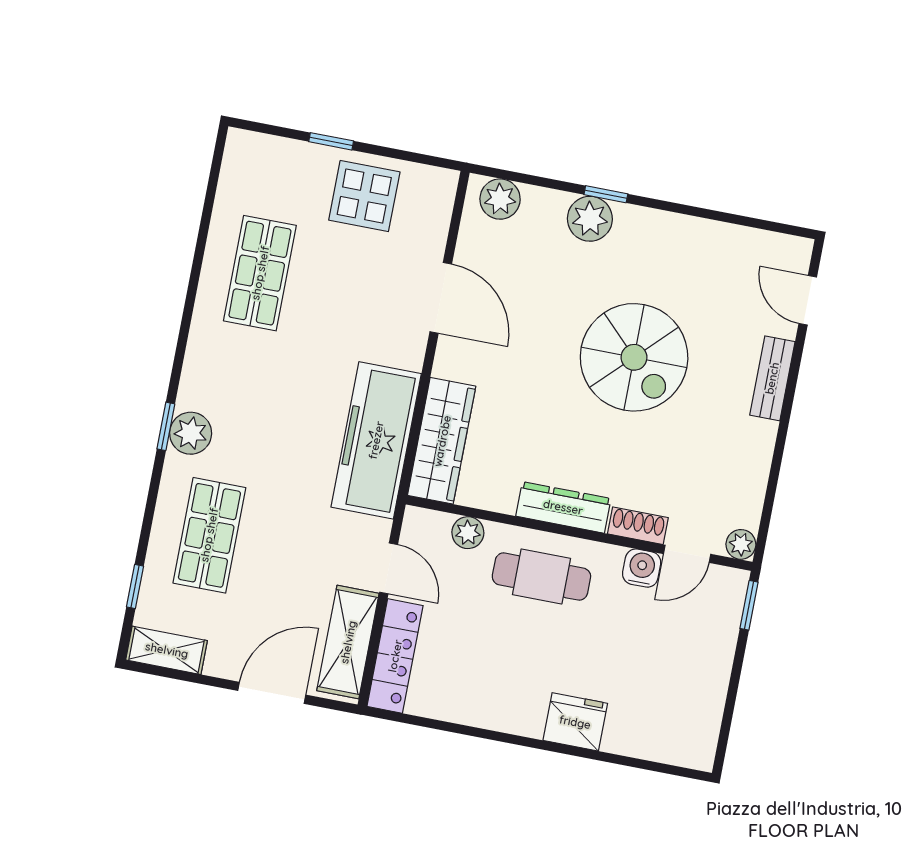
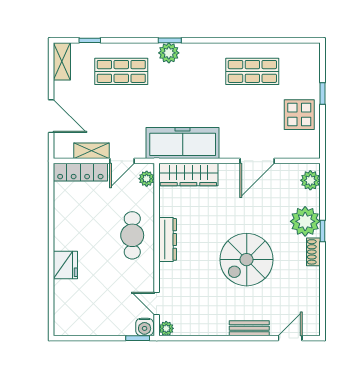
plant: (590, 219) -> (305, 221), width x1.36, depth x1.36
shoe rack: (638, 526) -> (313, 252), moved, turned 180
plant: (468, 533) -> (147, 179), moved
water cooler: (642, 568) -> (145, 327), moved, turned 90
shelving: (348, 642) -> (91, 151), width x0.67, depth x0.75

